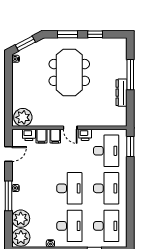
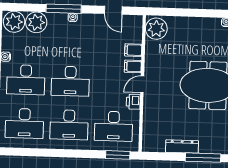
printer: (29, 135) -> (135, 35), removed

